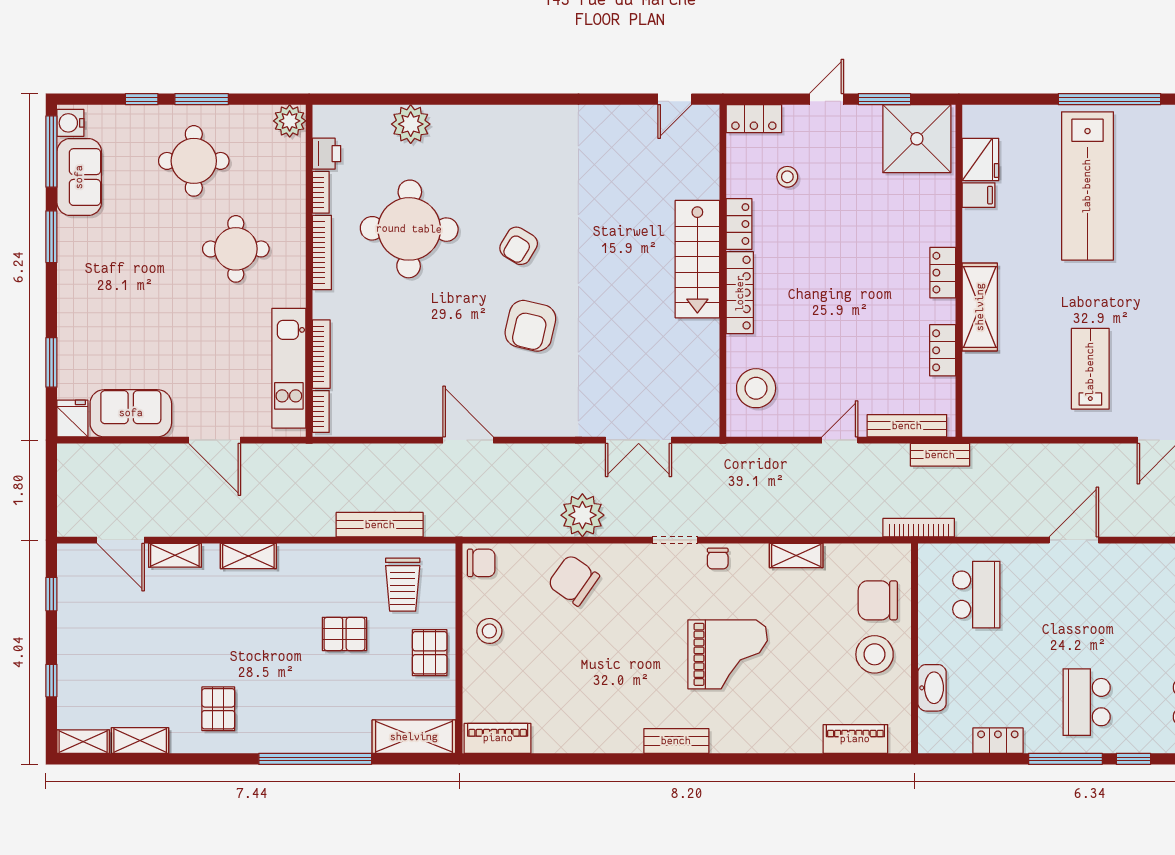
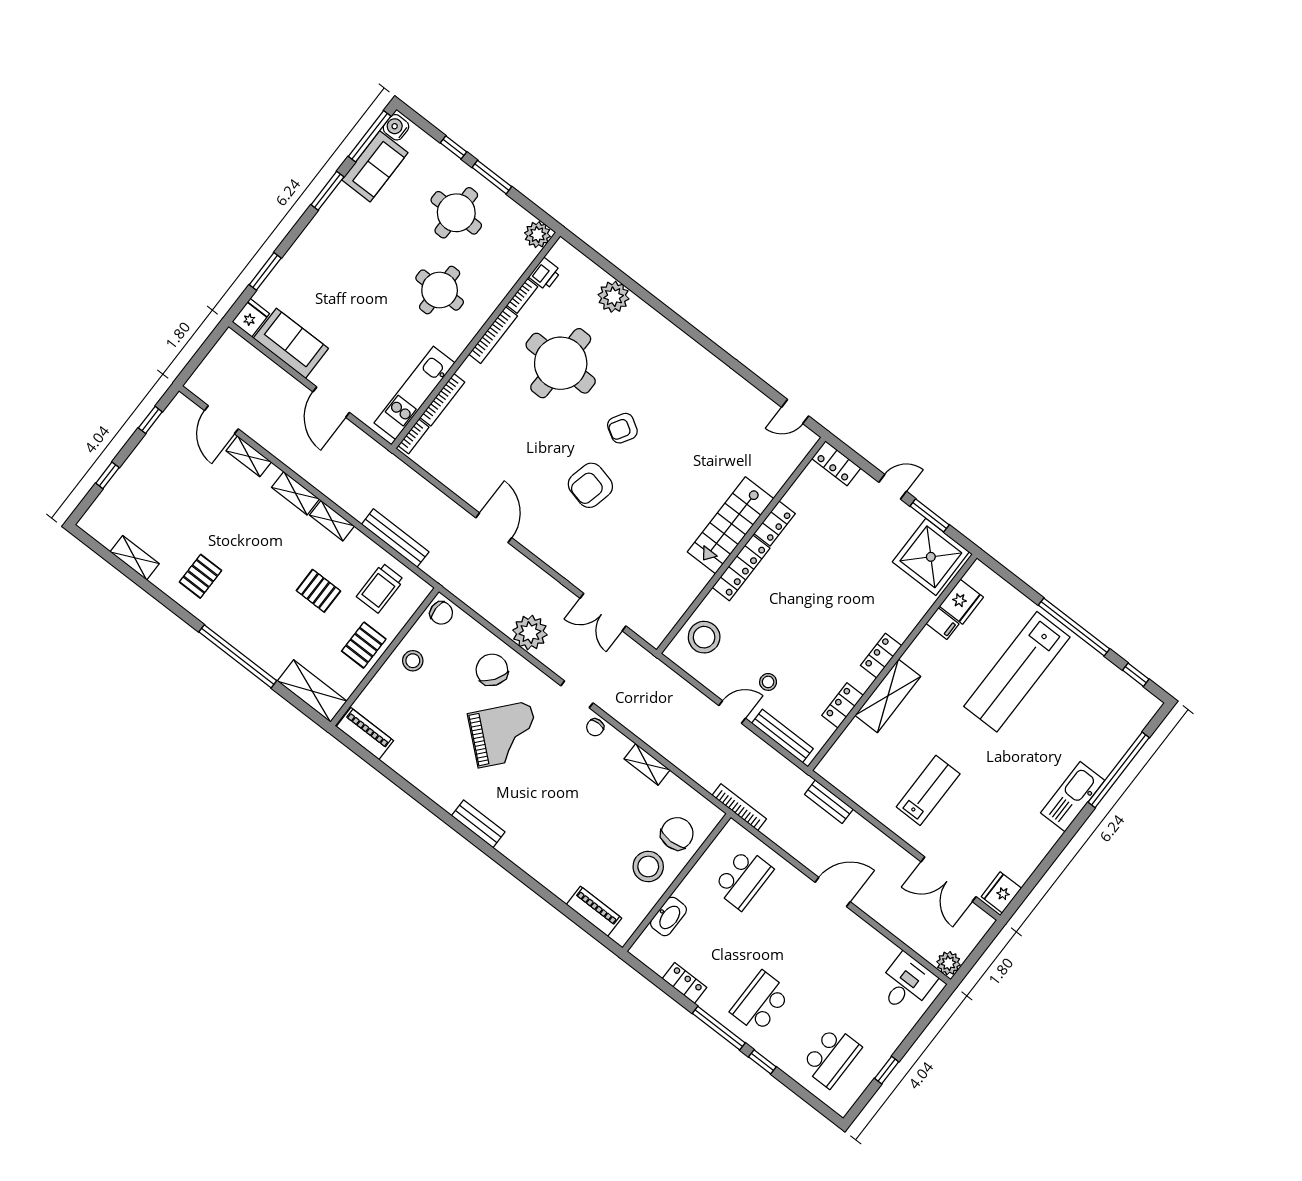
stool: (787, 177) -> (768, 682), moved
bench: (940, 455) -> (829, 802), moved
chair: (878, 600) -> (677, 834), turned 90
grand piano: (728, 654) -> (504, 735), moved, turned -49
shelving: (83, 742) -> (332, 521), moved

